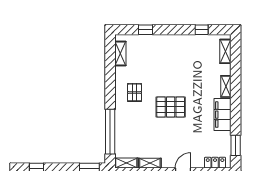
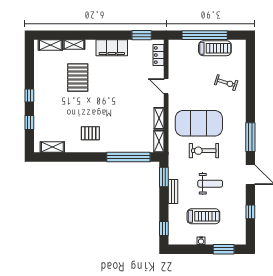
window: (202, 30) -> (29, 96), moved
shelving: (226, 86) -> (74, 44), moved
pallet: (171, 107) -> (78, 78), moved

